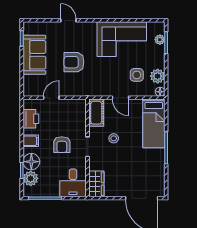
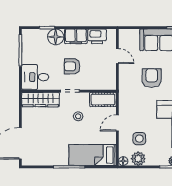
filing cabinet: (31, 141) -> (76, 36), width x2.00
plant: (31, 178) -> (39, 36), removed
wardrobe: (96, 184) -> (40, 100), width x1.50

